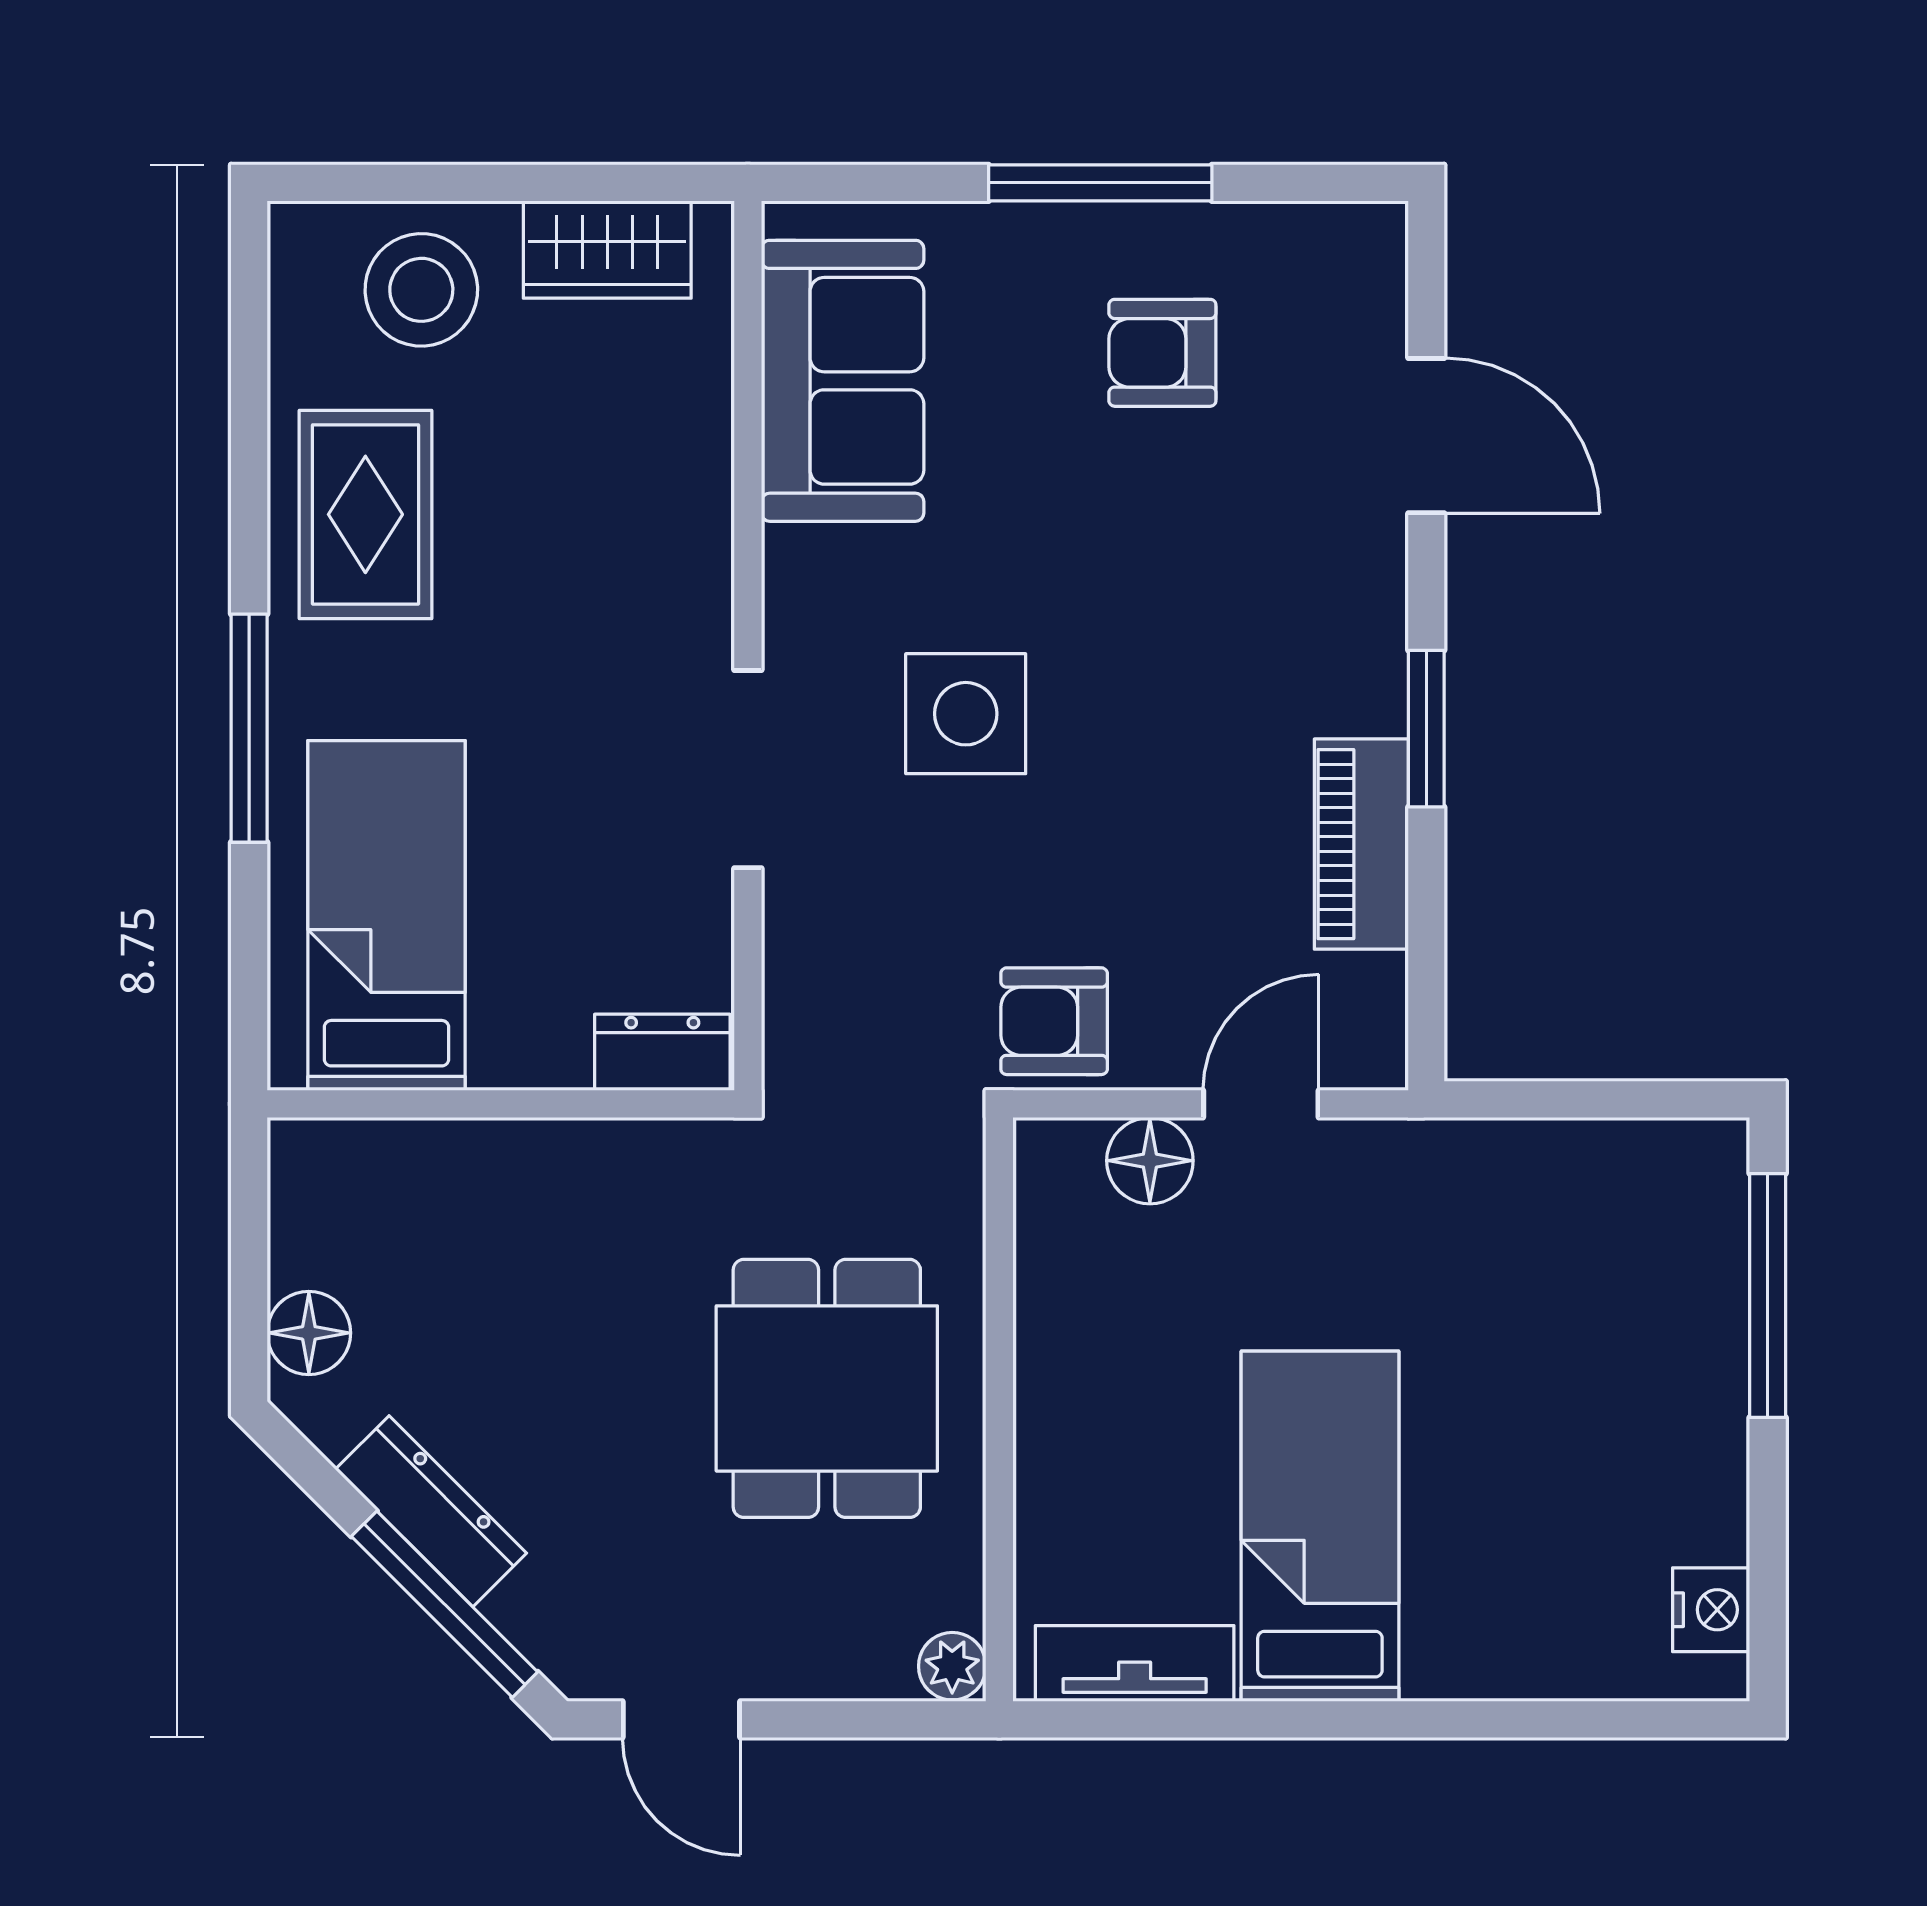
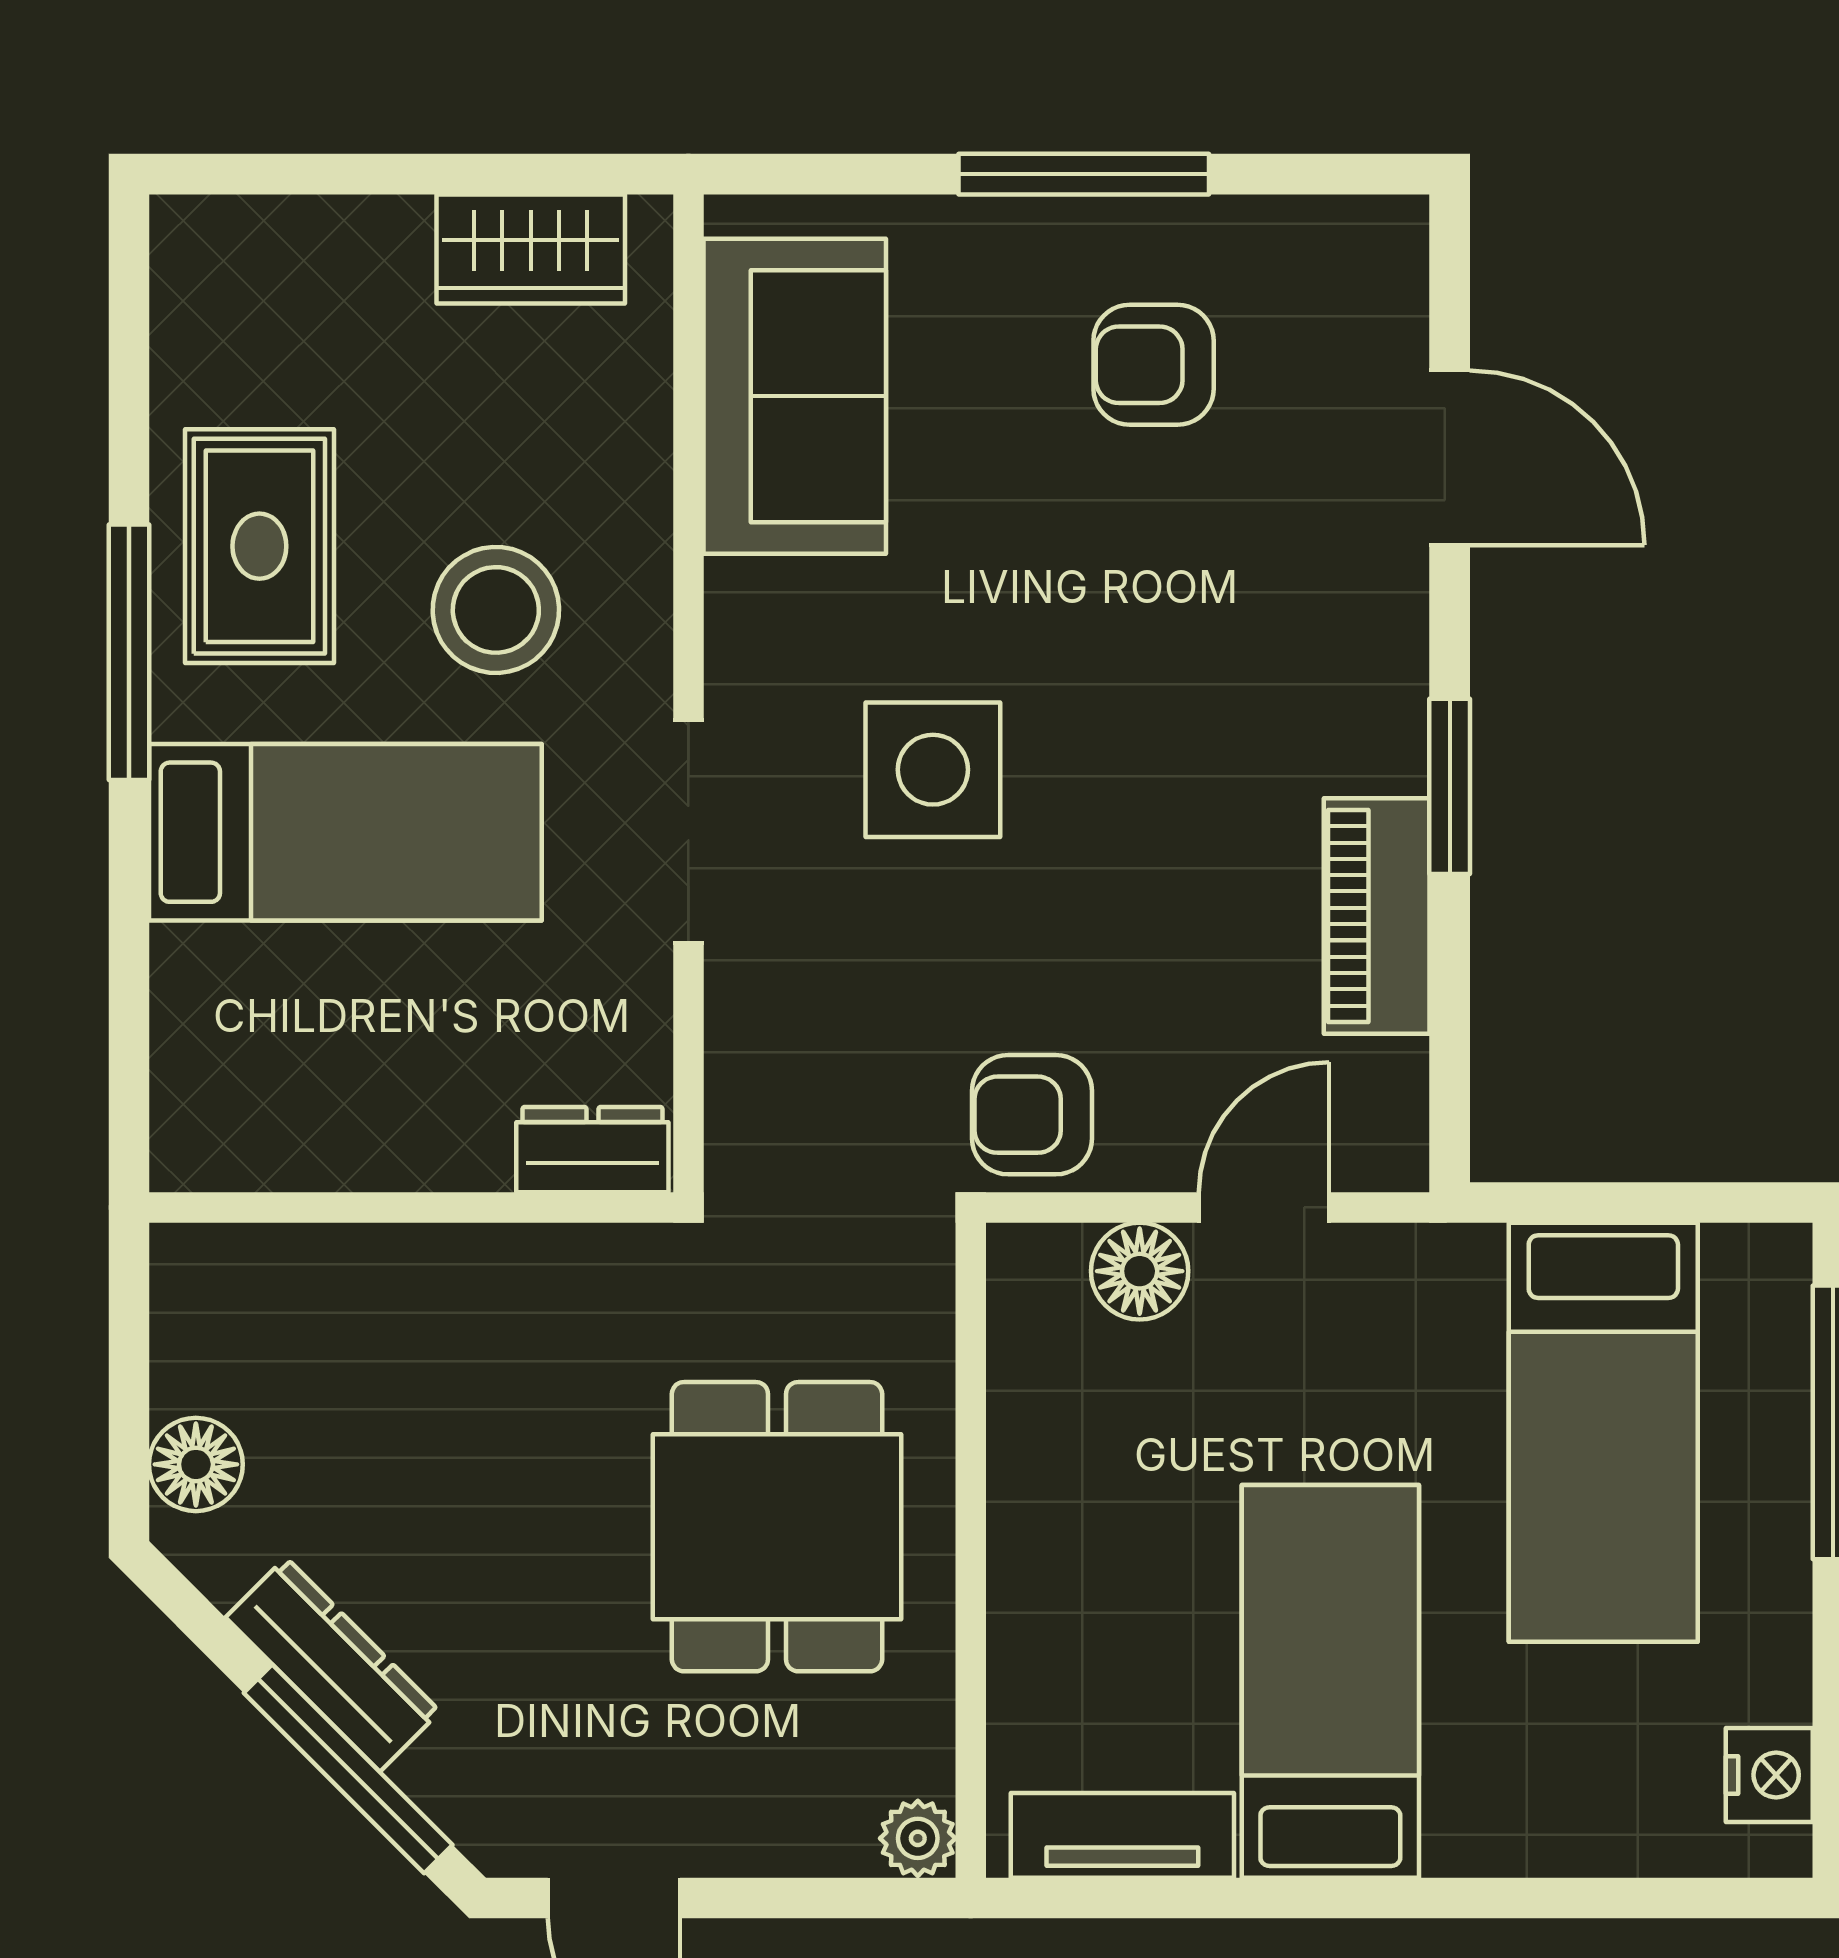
stool: (421, 290) -> (496, 610), moved
window: (249, 728) -> (129, 652), moved
bed: (387, 916) -> (345, 832), moved, turned 90
bed: (1563, 1304) -> (1603, 1432), added

